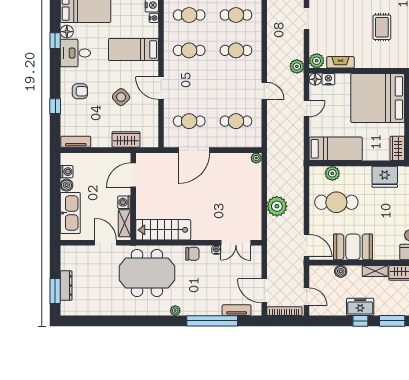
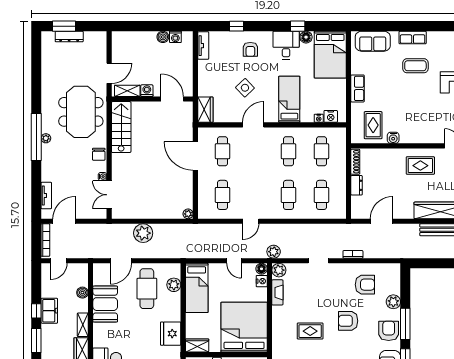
wardrobe: (126, 139) -> (205, 110), moved
kitchen sink: (70, 213) -> (137, 40), removed
door: (307, 246) -> (121, 261), moved
window: (212, 321) -> (36, 137), moved

